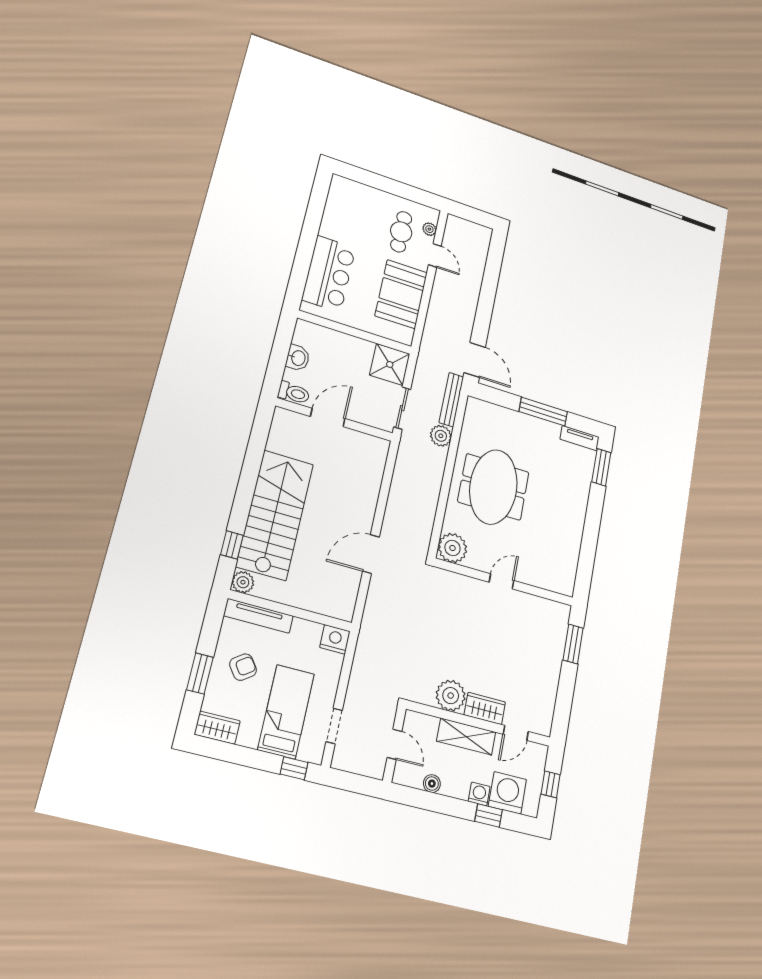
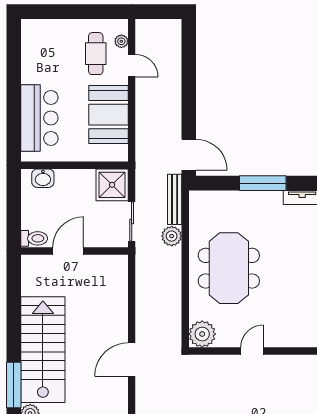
washbasin: (298, 358) -> (43, 178), moved, turned 90
window: (232, 545) -> (14, 385), width x2.17

